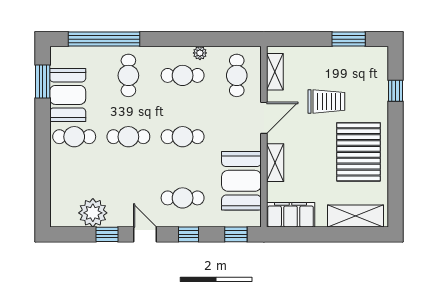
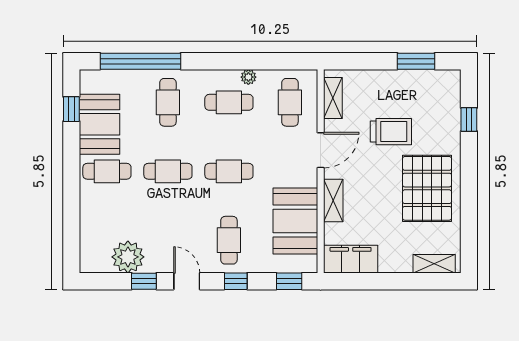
window: (43, 81) -> (71, 109), width x0.67
cafe table: (183, 198) -> (229, 240), turned 90
shelving: (355, 216) -> (434, 264), width x0.67, depth x0.75

